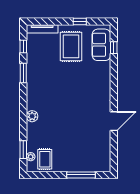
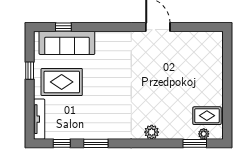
sofa: (101, 45) -> (67, 43), width x1.36
window: (81, 175) -> (227, 69), removed

